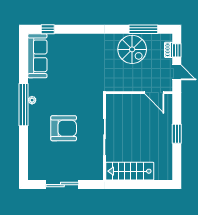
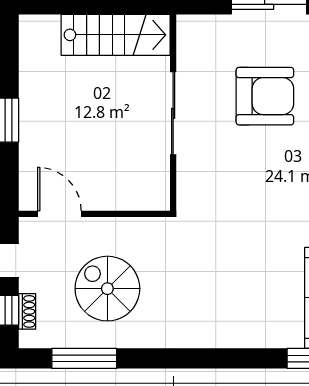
spiral stairs: (132, 49) -> (107, 289), moved
armchair: (64, 128) -> (265, 96), moved, turned 180

